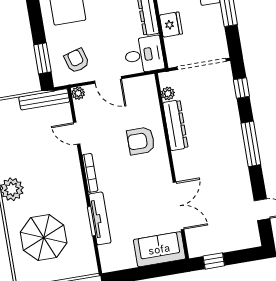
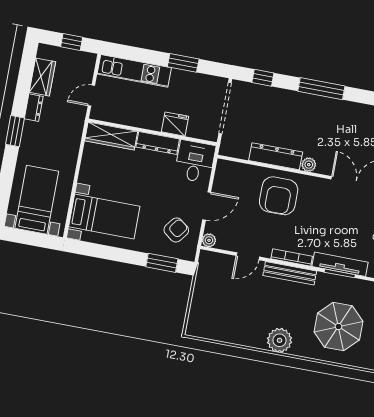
armchair: (77, 61) -> (176, 230), turned 143
plant: (168, 94) -> (309, 165), moved
bench: (44, 99) -> (290, 273), moved, turned 90
armchair: (141, 141) -> (279, 196), width x1.36, depth x1.36

